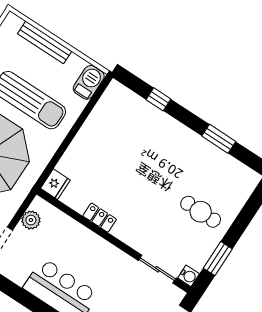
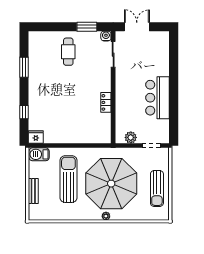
bench: (45, 42) -> (33, 191), width x0.73
fridge: (55, 184) -> (36, 137), moved

